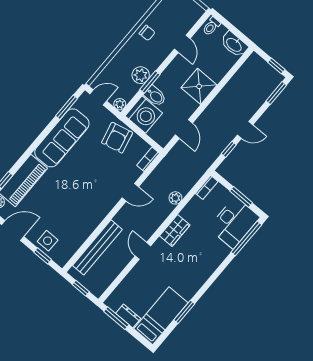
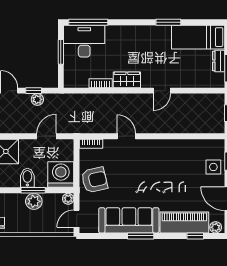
bidet: (155, 96) -> (27, 178), moved
door: (98, 98) -> (77, 219), hinge flipped
window: (67, 107) -> (141, 236), moved
bookcase: (207, 187) -> (101, 83), moved
plant: (175, 198) -> (37, 99), moved
bench: (97, 247) -> (187, 126), removed
window: (184, 312) -> (168, 22), moved

